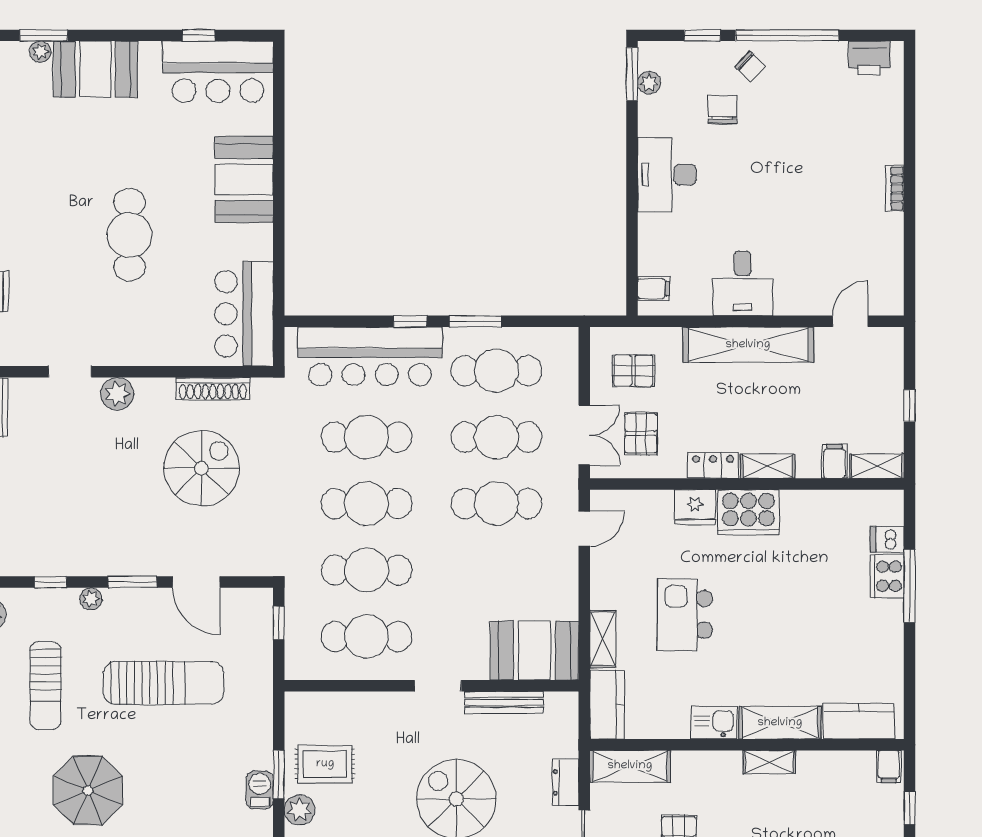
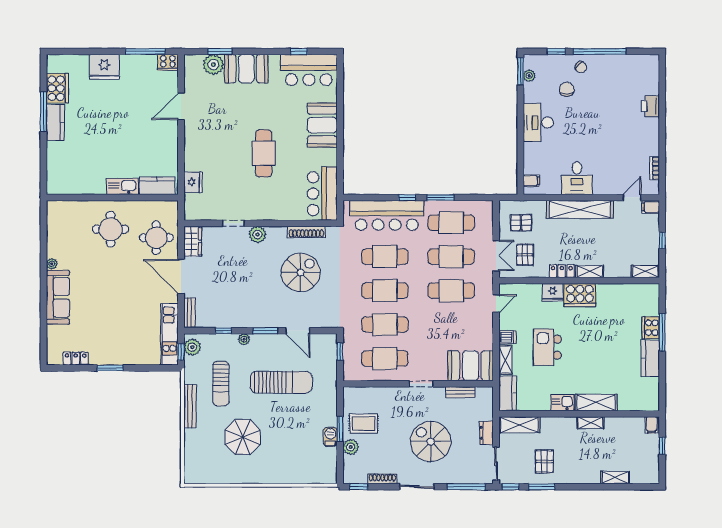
plant: (40, 52) -> (213, 65), width x1.88, depth x1.88
printer: (869, 58) -> (651, 106), moved, turned 90
bookcase: (895, 189) -> (655, 168), moved
filing cabinet: (834, 461) -> (651, 207), moved, turned -90
dishwasher: (887, 539) -> (507, 337), moved, turned 180
bench: (504, 702) -> (460, 392), width x0.73
kitchen counter: (859, 721) -> (650, 358), moved, turned -90

